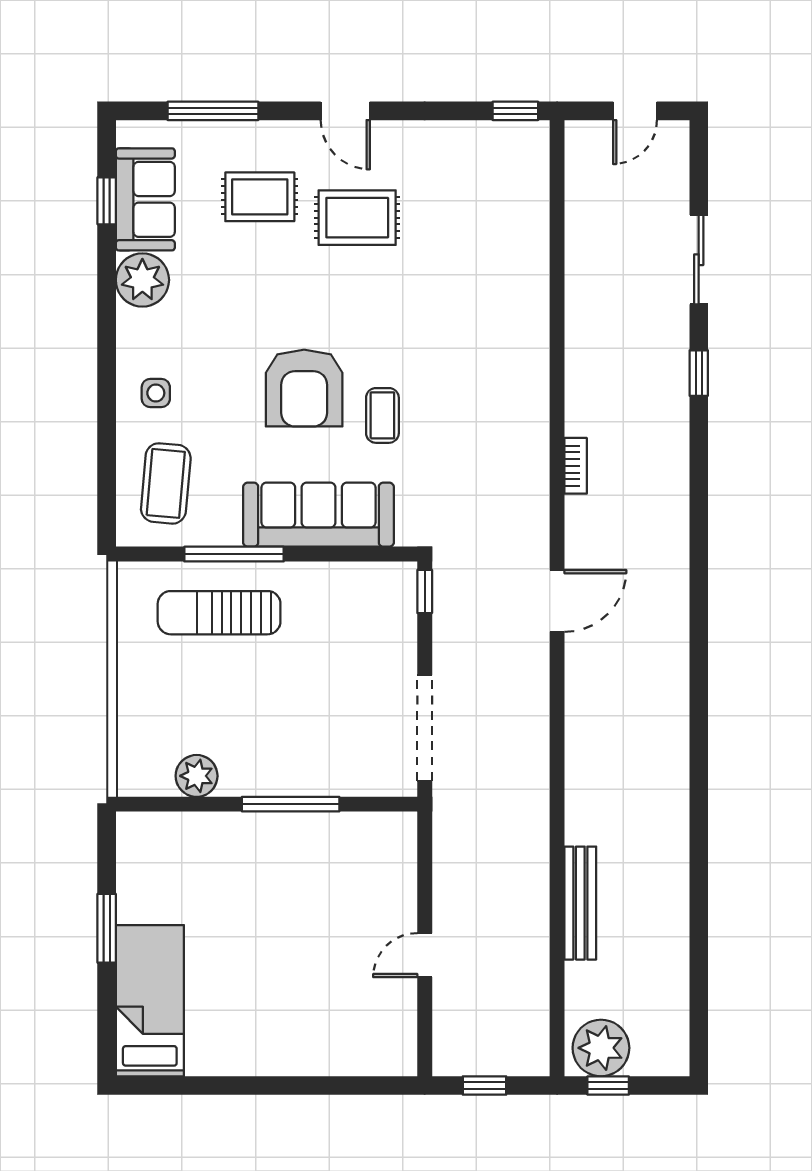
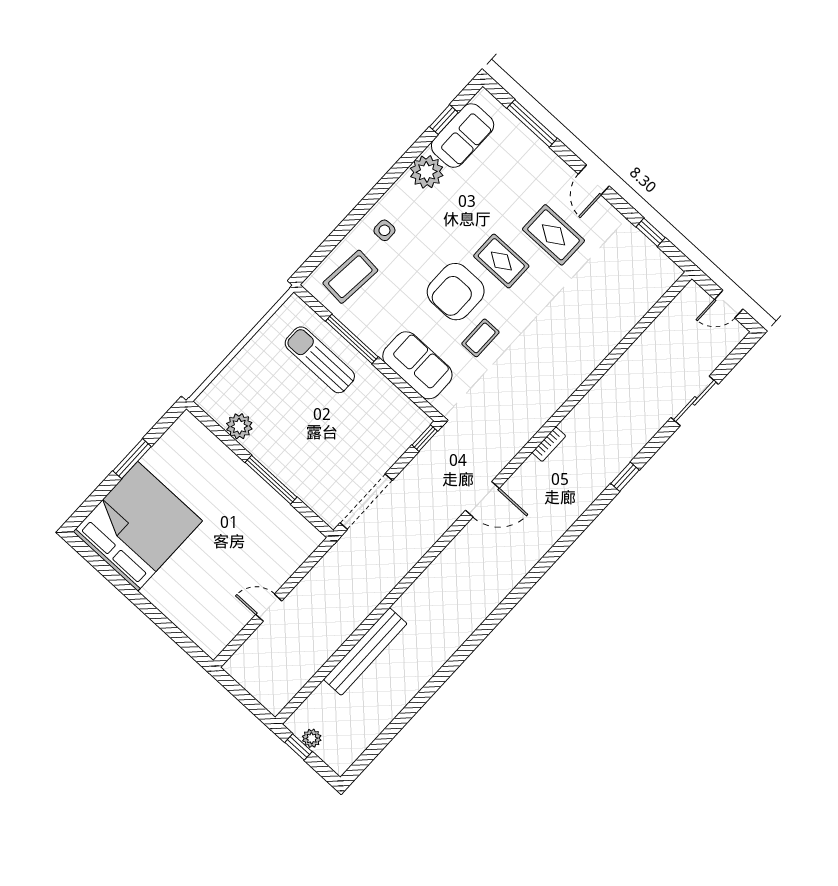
window: (515, 111) -> (651, 232), moved
rug: (260, 197) -> (501, 261), moved
window: (699, 373) -> (625, 477), moved
sofa: (319, 515) -> (417, 365), width x0.73
bench: (580, 903) -> (365, 652), width x1.37, depth x1.21
bed: (150, 1001) -> (138, 526), width x2.04
plant: (601, 1048) -> (312, 738), width x0.53, depth x0.53
window: (485, 1085) -> (241, 694), removed

